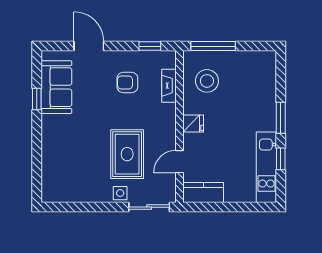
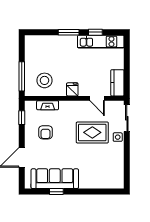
sofa: (56, 87) -> (55, 179), width x1.36

